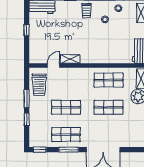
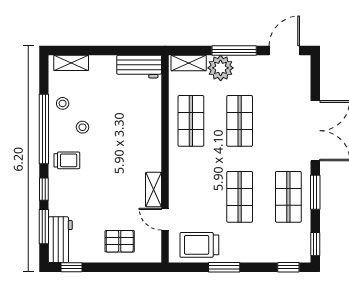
window: (27, 30) -> (71, 267), moved
pallet: (41, 40) -> (120, 241), added
trolley: (39, 85) -> (199, 245), turned 180
window: (27, 119) -> (288, 267), moved

